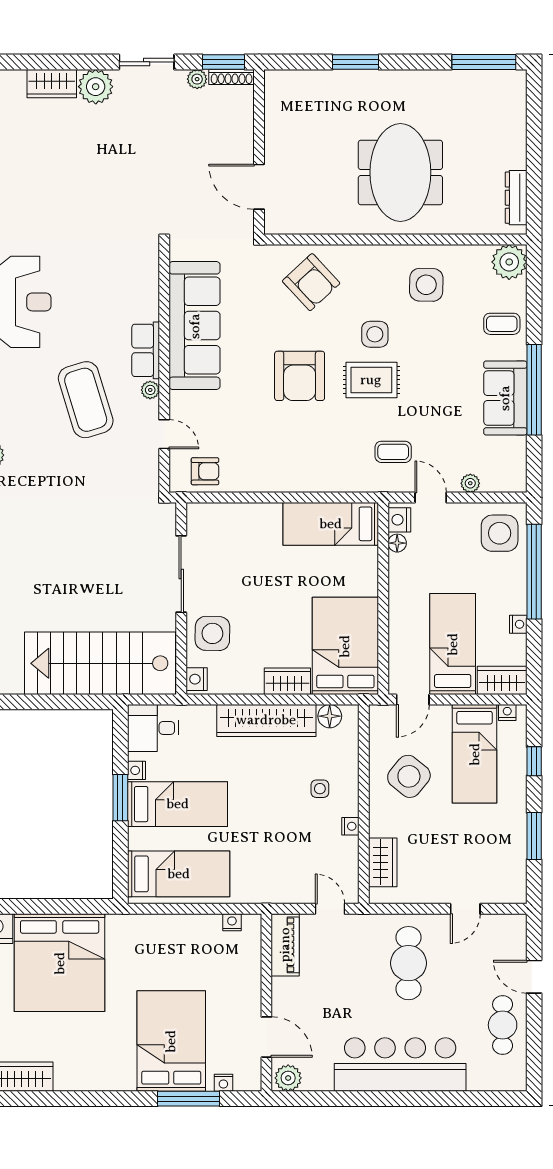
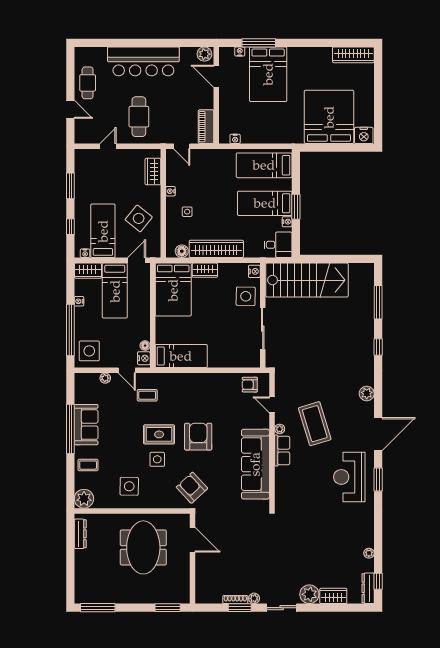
wall: (259, 152) -> (192, 559), moved
door: (259, 187) -> (192, 540), moved

